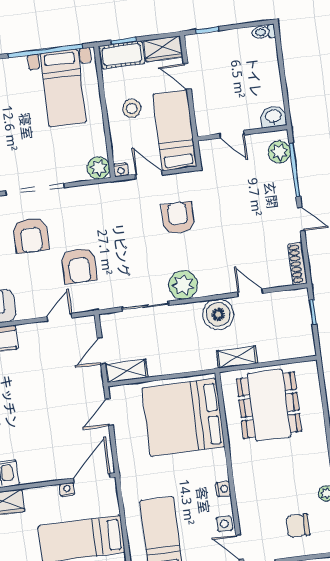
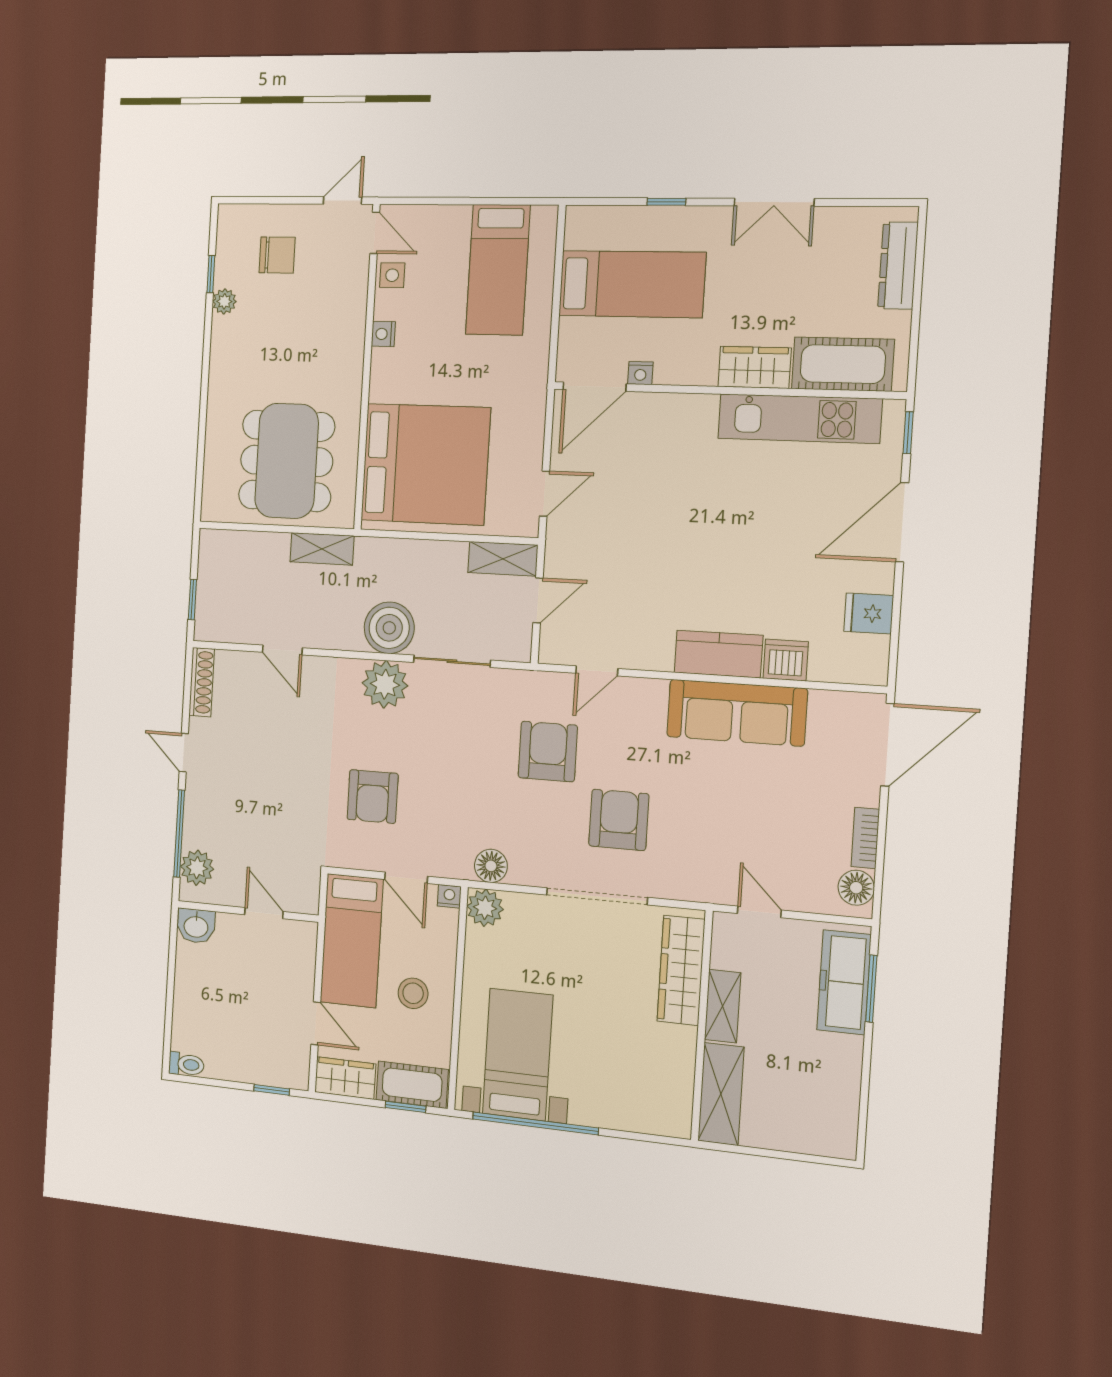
floor lamp: (100, 193) -> (491, 866), added
boiler: (218, 314) -> (389, 628), moved

